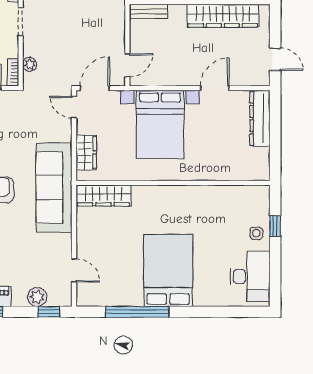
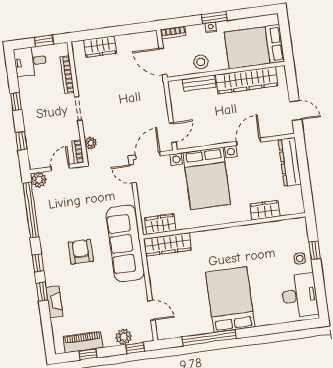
bench: (149, 11) -> (199, 83), moved
wardrobe: (86, 152) -> (160, 224), moved, turned -90
wardrobe: (223, 171) -> (265, 210), added

